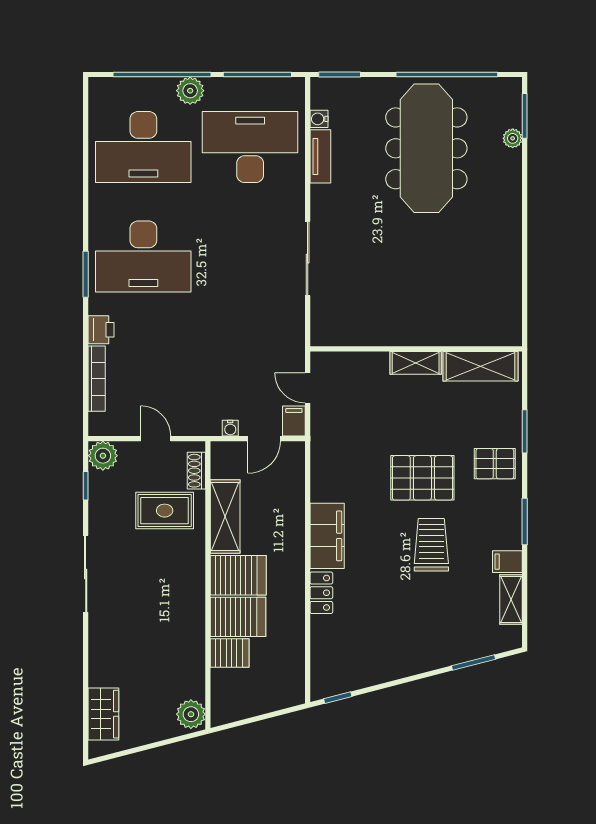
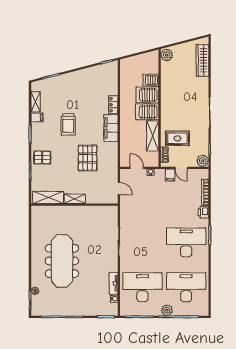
desk: (250, 147) -> (142, 287), turned 180
meeting table: (426, 148) -> (62, 261), moved
filing cabinet: (294, 421) -> (170, 175), moved
door: (264, 439) -> (137, 168), hinge flipped
pallet: (422, 478) -> (88, 158), moved, turned 90
wardrobe: (103, 714) -> (202, 60), width x1.50

